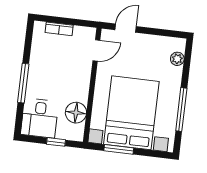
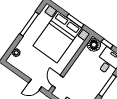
door: (96, 50) -> (58, 81), hinge flipped
floor lamp: (76, 113) -> (94, 45), moved

